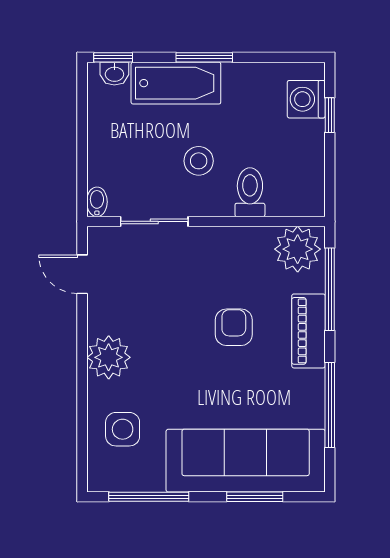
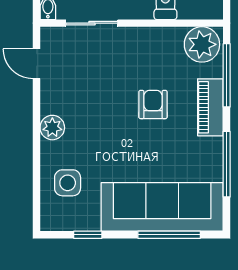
plant: (109, 357) -> (52, 128), width x0.73, depth x0.73
window: (149, 497) -> (88, 235), width x0.46
window: (255, 497) -> (169, 235), width x1.44

